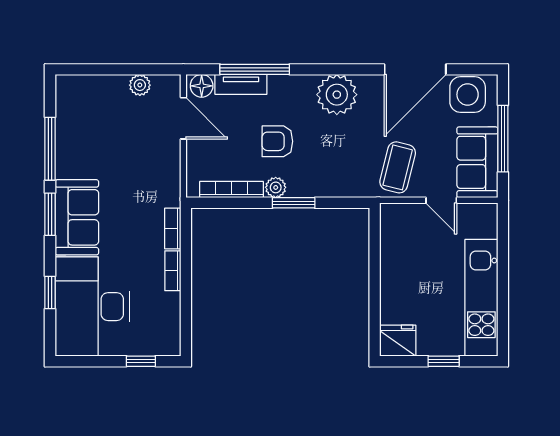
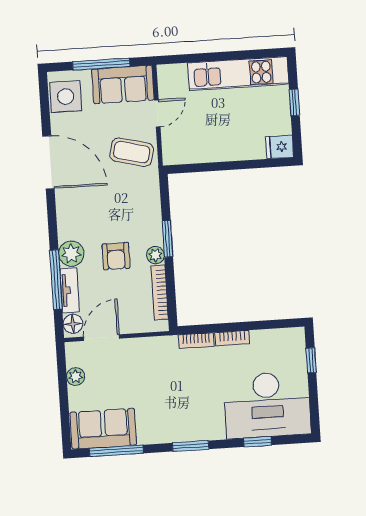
door: (415, 69) -> (48, 162), moved
plant: (337, 95) -> (71, 254), moved, width x0.73, depth x0.73
window: (50, 149) -> (116, 451), moved
sofa: (77, 217) -> (103, 429), moved
fridge: (398, 341) -> (280, 147), width x0.72

